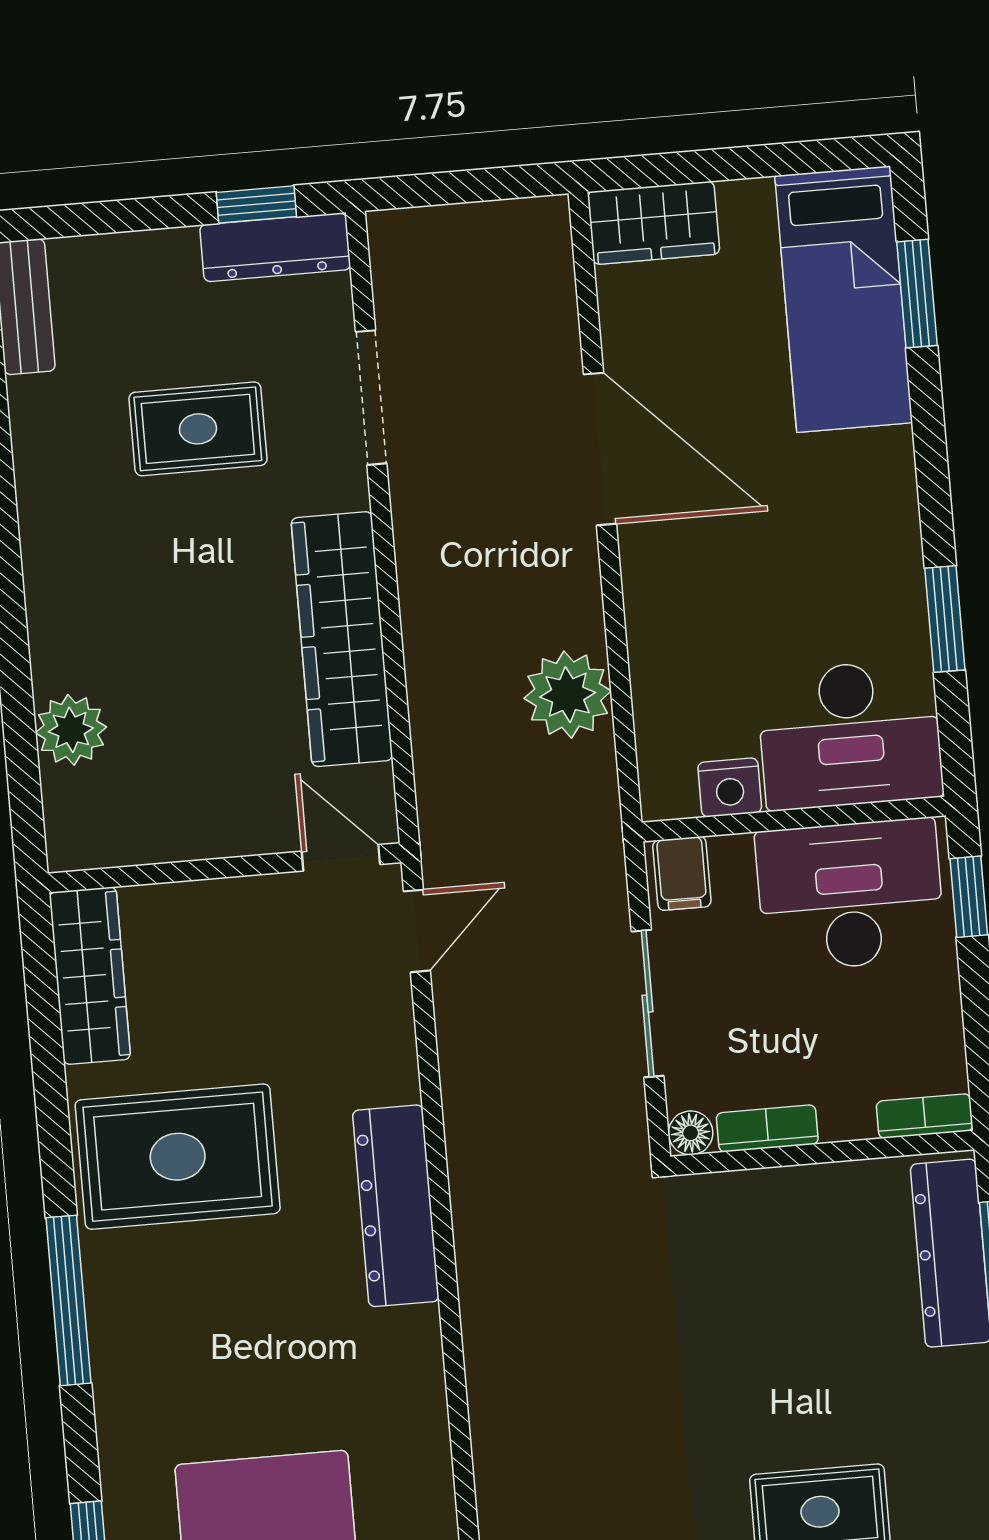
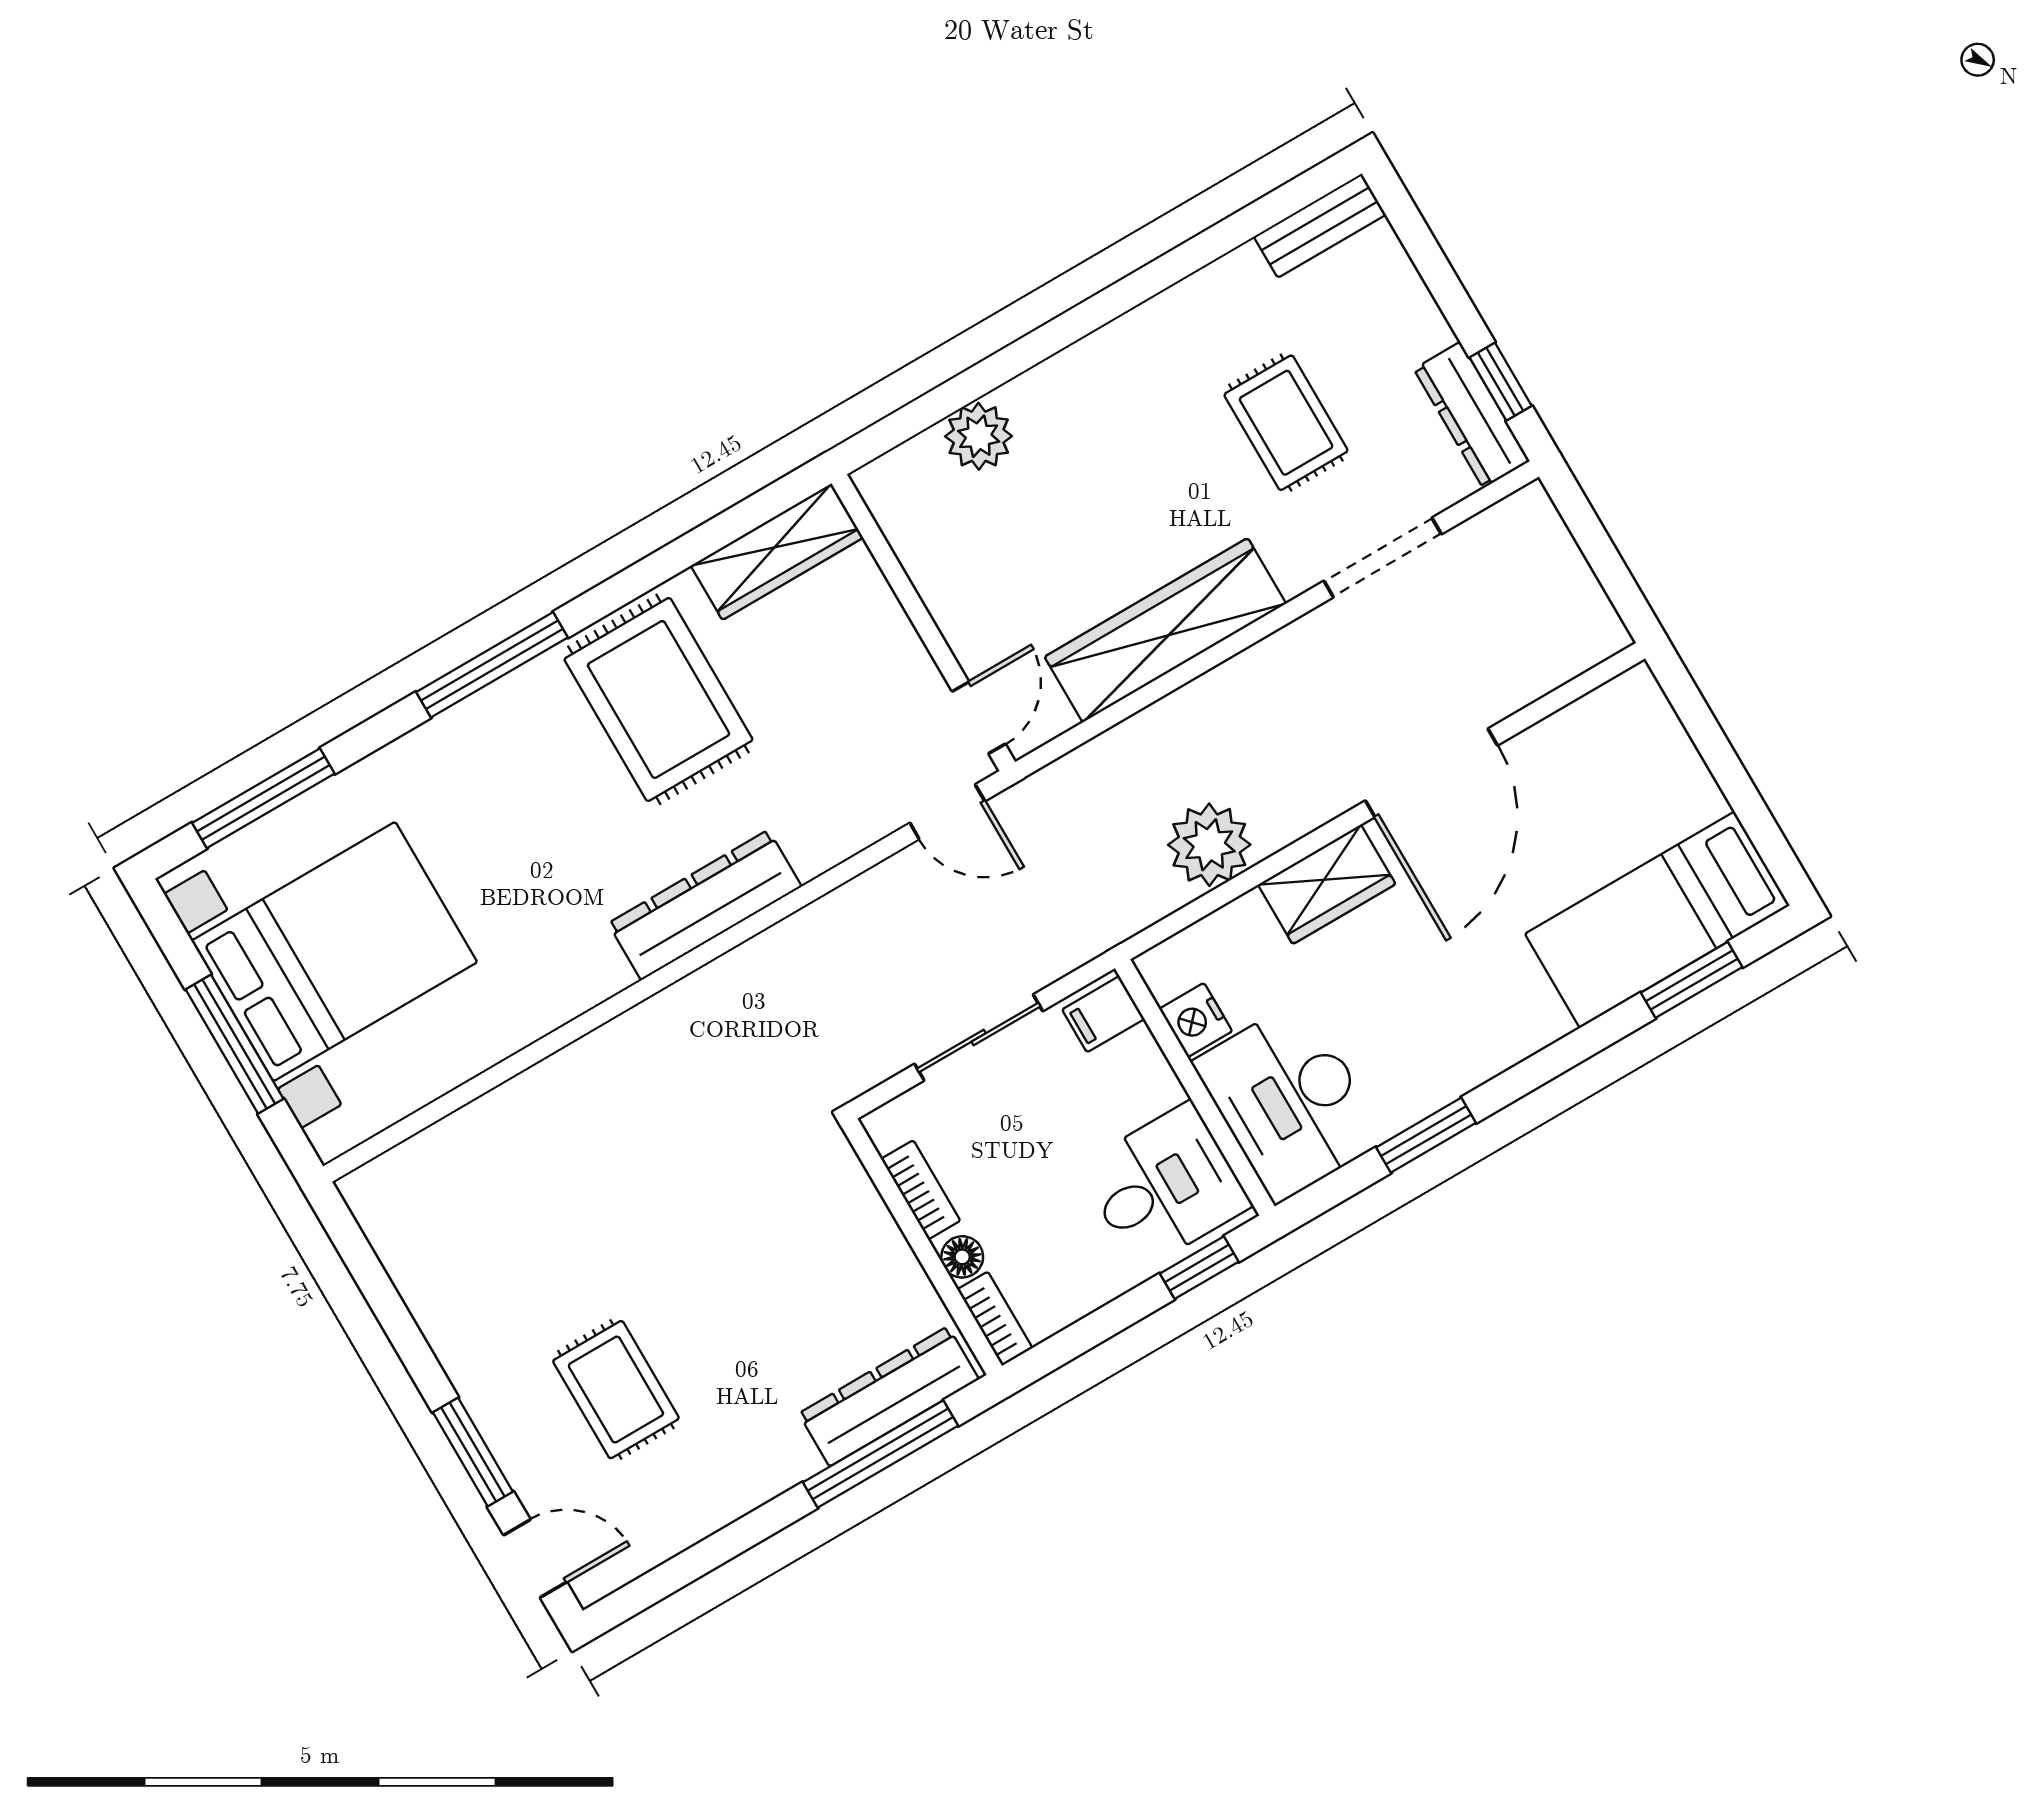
wardrobe: (654, 223) -> (1327, 884), moved, turned -90
desk: (850, 895) -> (1165, 1186), width x0.73
floor lamp: (691, 1133) -> (962, 1257), moved

